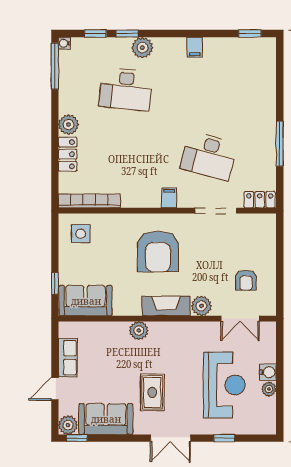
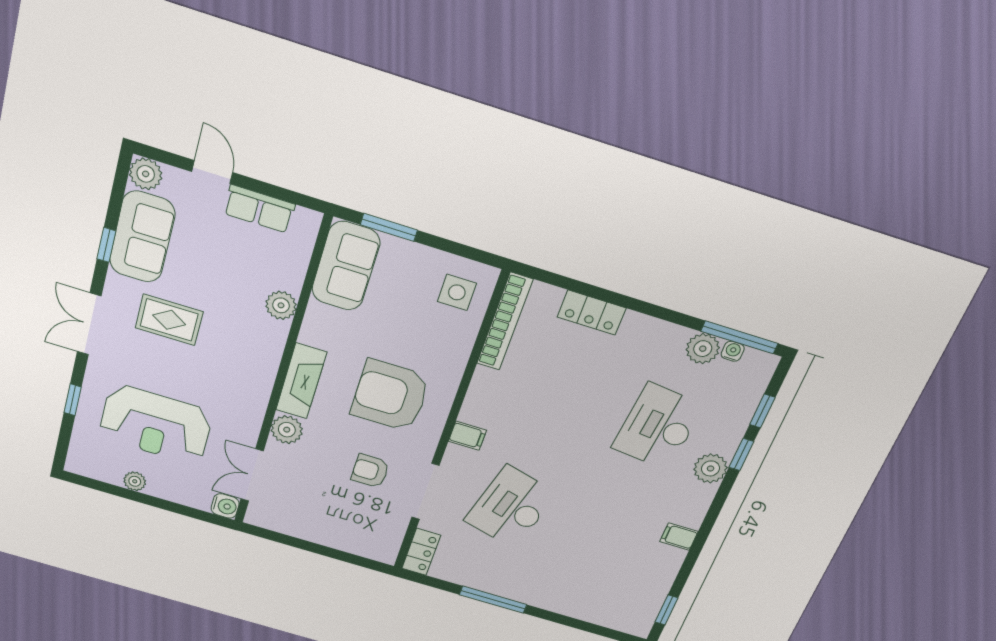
water cooler: (64, 43) -> (733, 351), moved
plant: (68, 125) -> (703, 349), moved
armchair: (246, 280) -> (370, 471), moved
window: (55, 283) -> (389, 227), width x1.50
plant: (139, 331) -> (281, 305), moved
water cooler: (268, 372) -> (225, 506), moved, turned -90
window: (77, 438) -> (106, 245), moved

